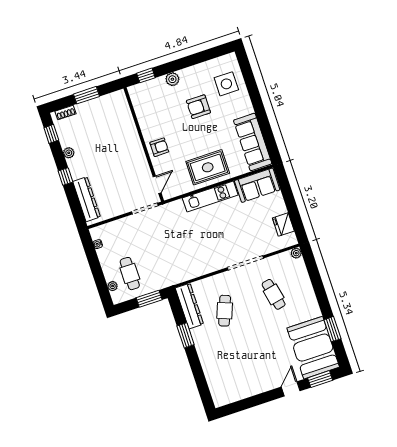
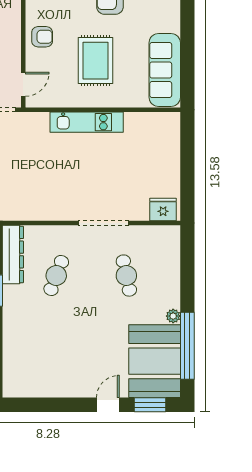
rug: (208, 167) -> (96, 61), moved, turned 90
sofa: (257, 185) -> (152, 128), removed
fridge: (283, 224) -> (163, 209), moved, turned 90
plant: (296, 253) -> (173, 316), moved
window: (332, 329) -> (187, 346), width x2.11

